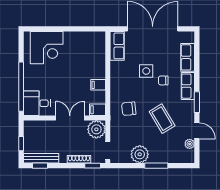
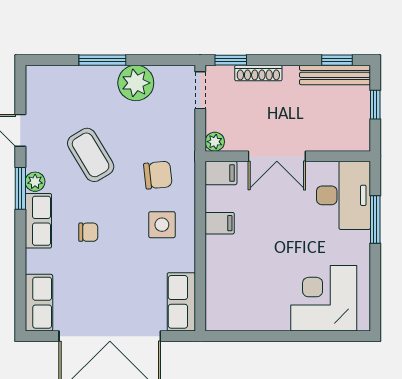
row of seats: (188, 57) -> (39, 303), moved
side table: (146, 71) -> (162, 225), moved
window: (21, 87) -> (375, 219), width x0.47
desk: (37, 103) -> (343, 195), width x1.37
plant: (96, 129) -> (215, 142), width x0.53, depth x0.53
plant: (190, 144) -> (35, 182), moved

